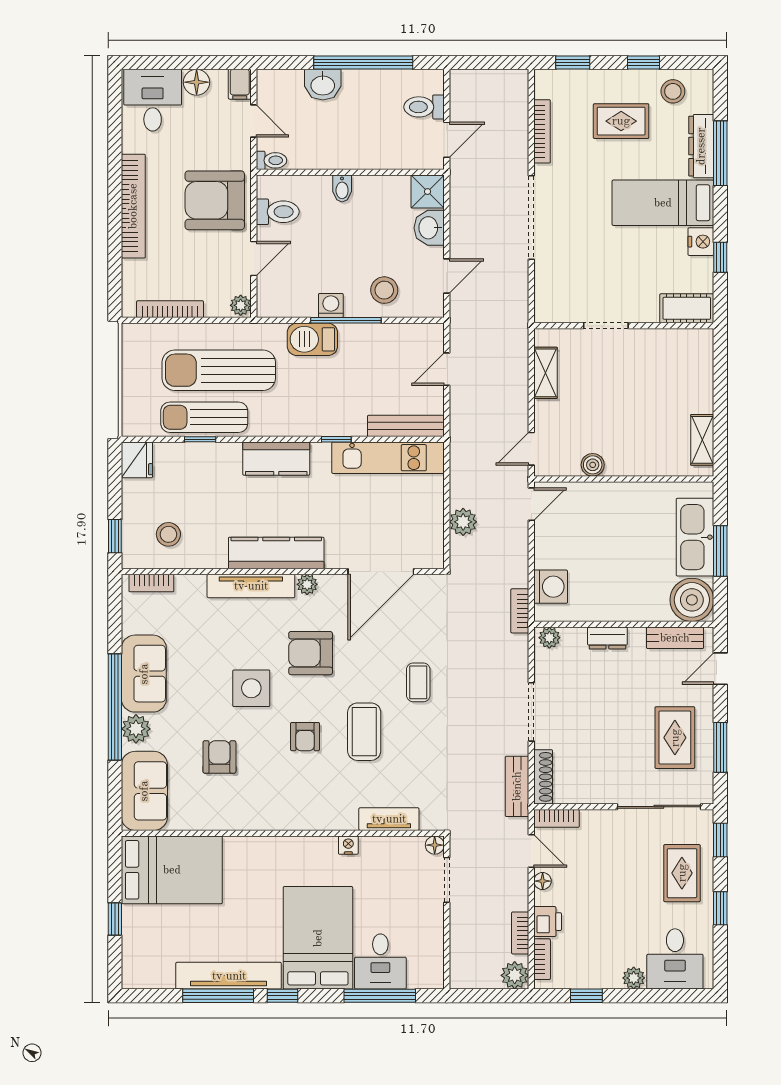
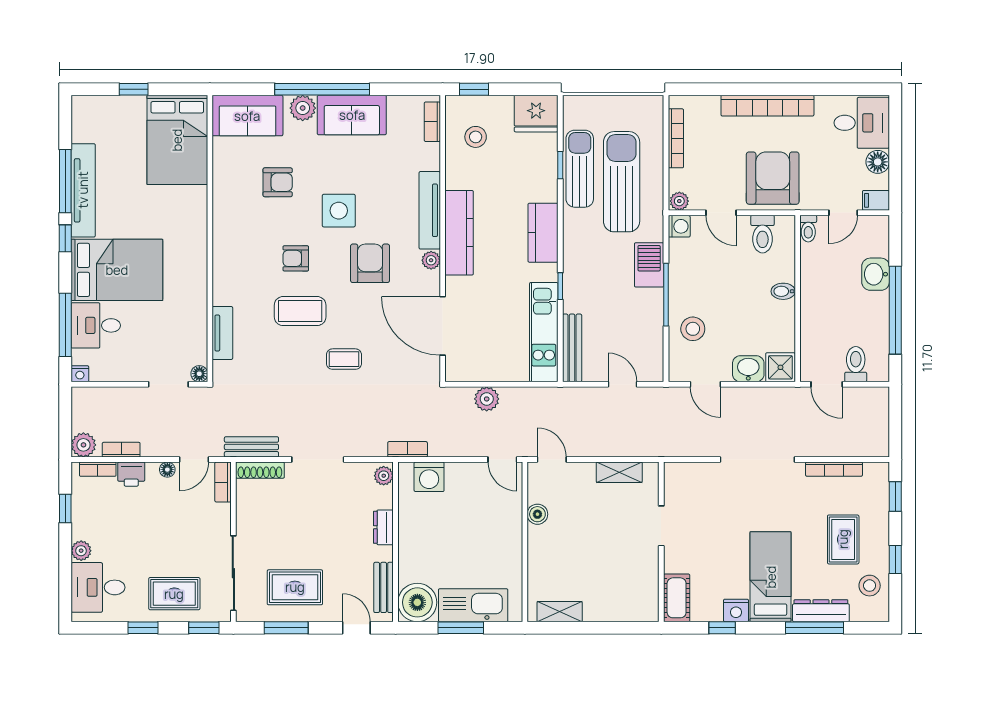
washing machine: (331, 305) -> (679, 226), moved
fridge: (137, 460) -> (536, 114), width x1.36, depth x1.34
nightstand: (348, 845) -> (80, 374), moved, turned 90

